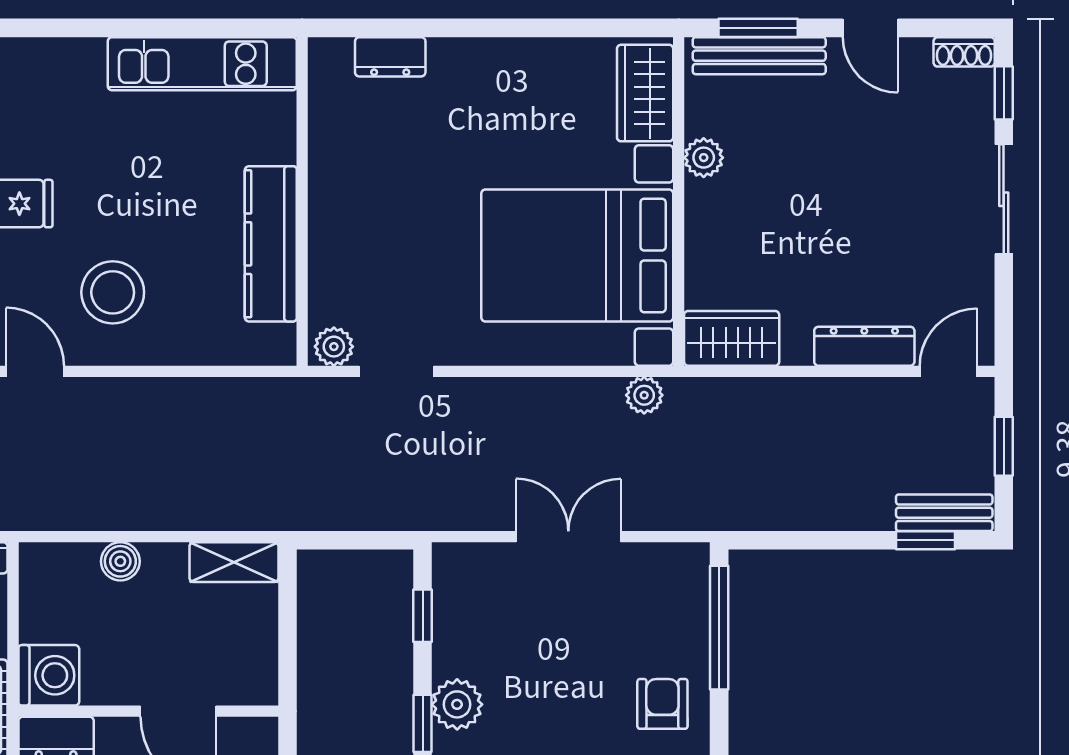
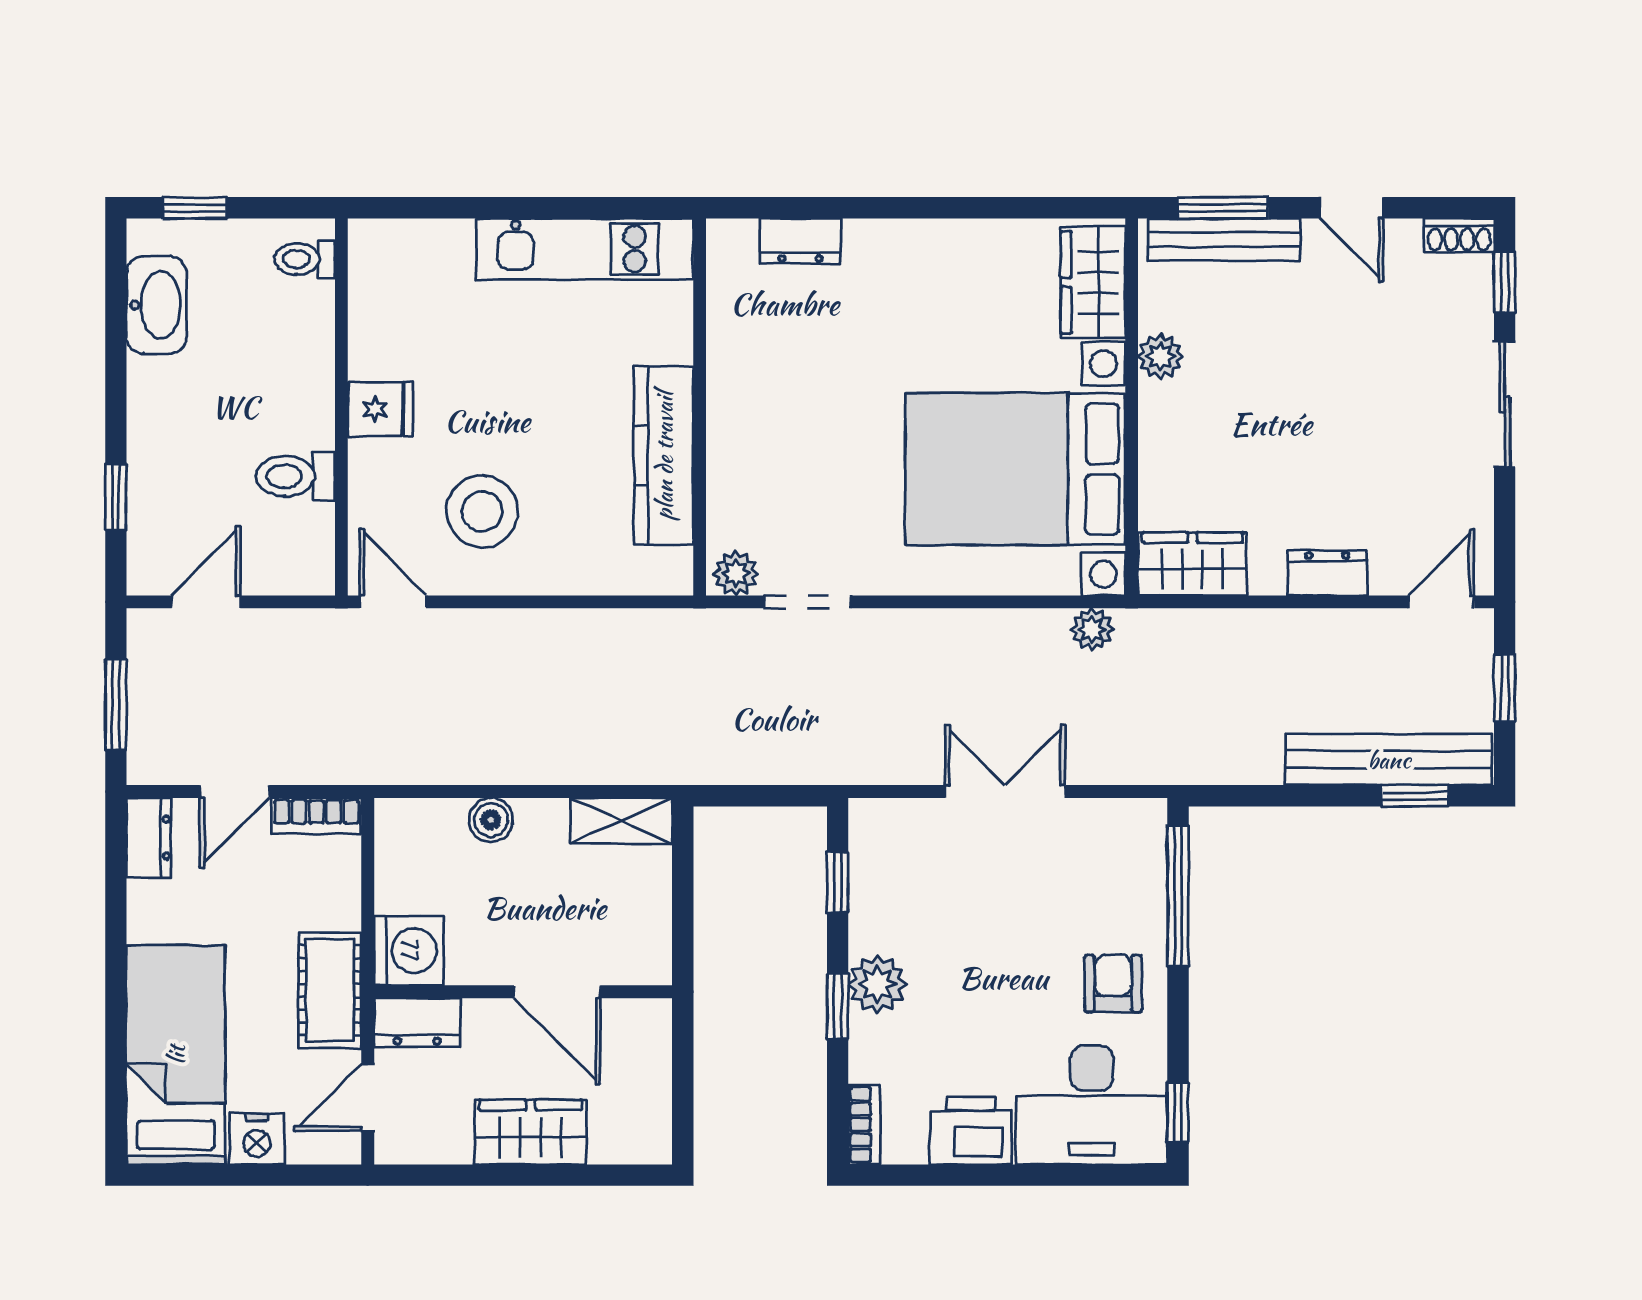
dresser: (864, 346) -> (1327, 573), width x0.70
bench: (944, 513) -> (1389, 760), width x1.86, depth x1.21

